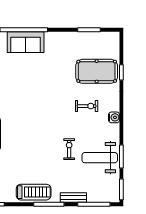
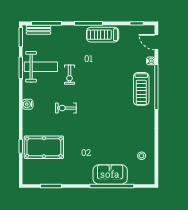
exercise bike: (87, 106) -> (66, 108), moved
bench: (73, 197) -> (39, 30), moved

